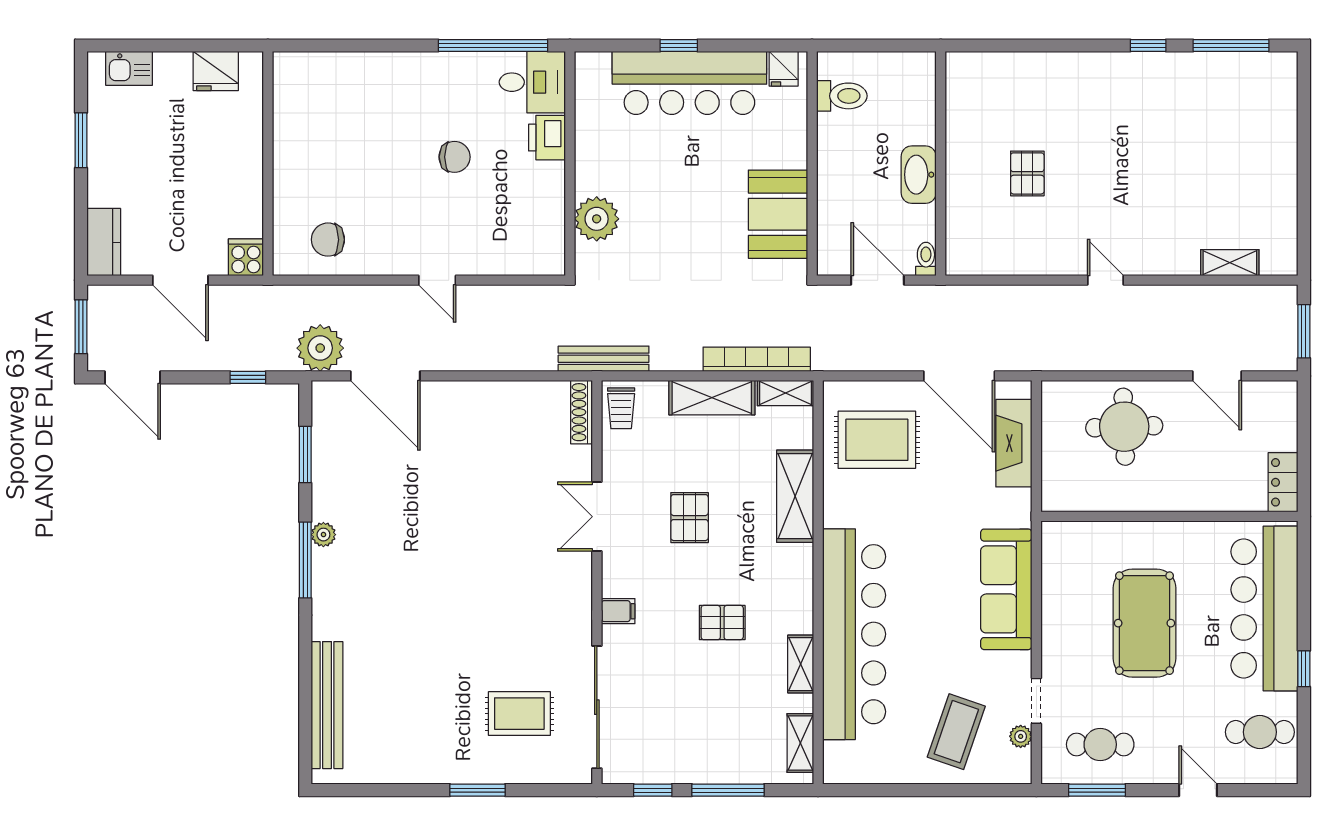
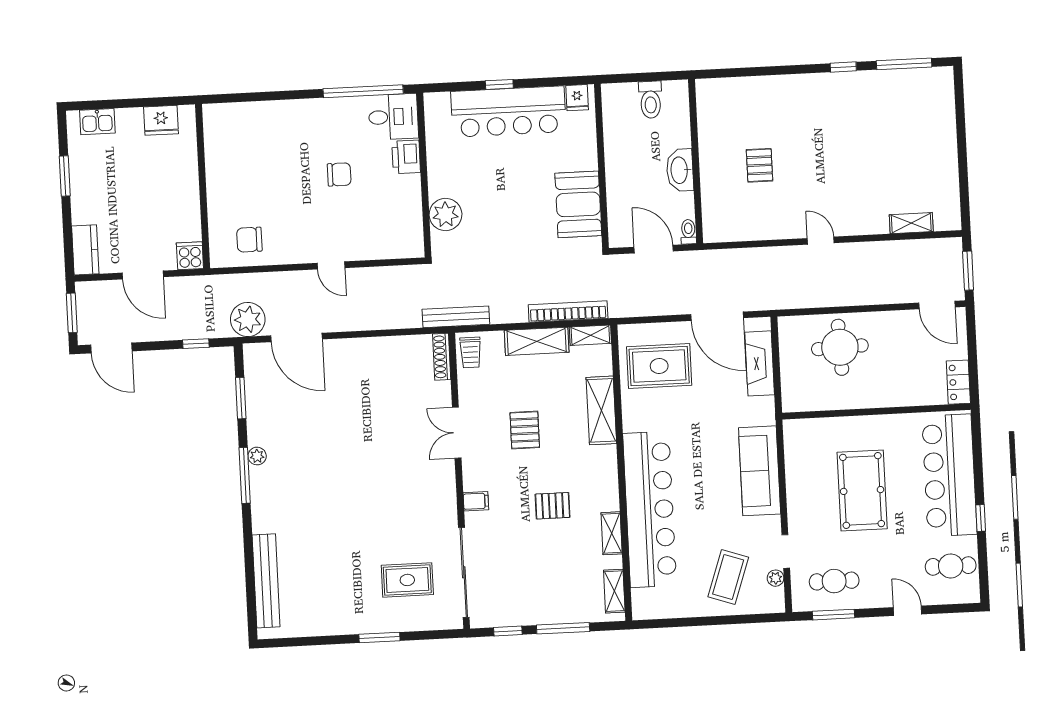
toilet: (842, 96) -> (650, 100), moved, turned 90
door: (1217, 376) -> (937, 305), moved

